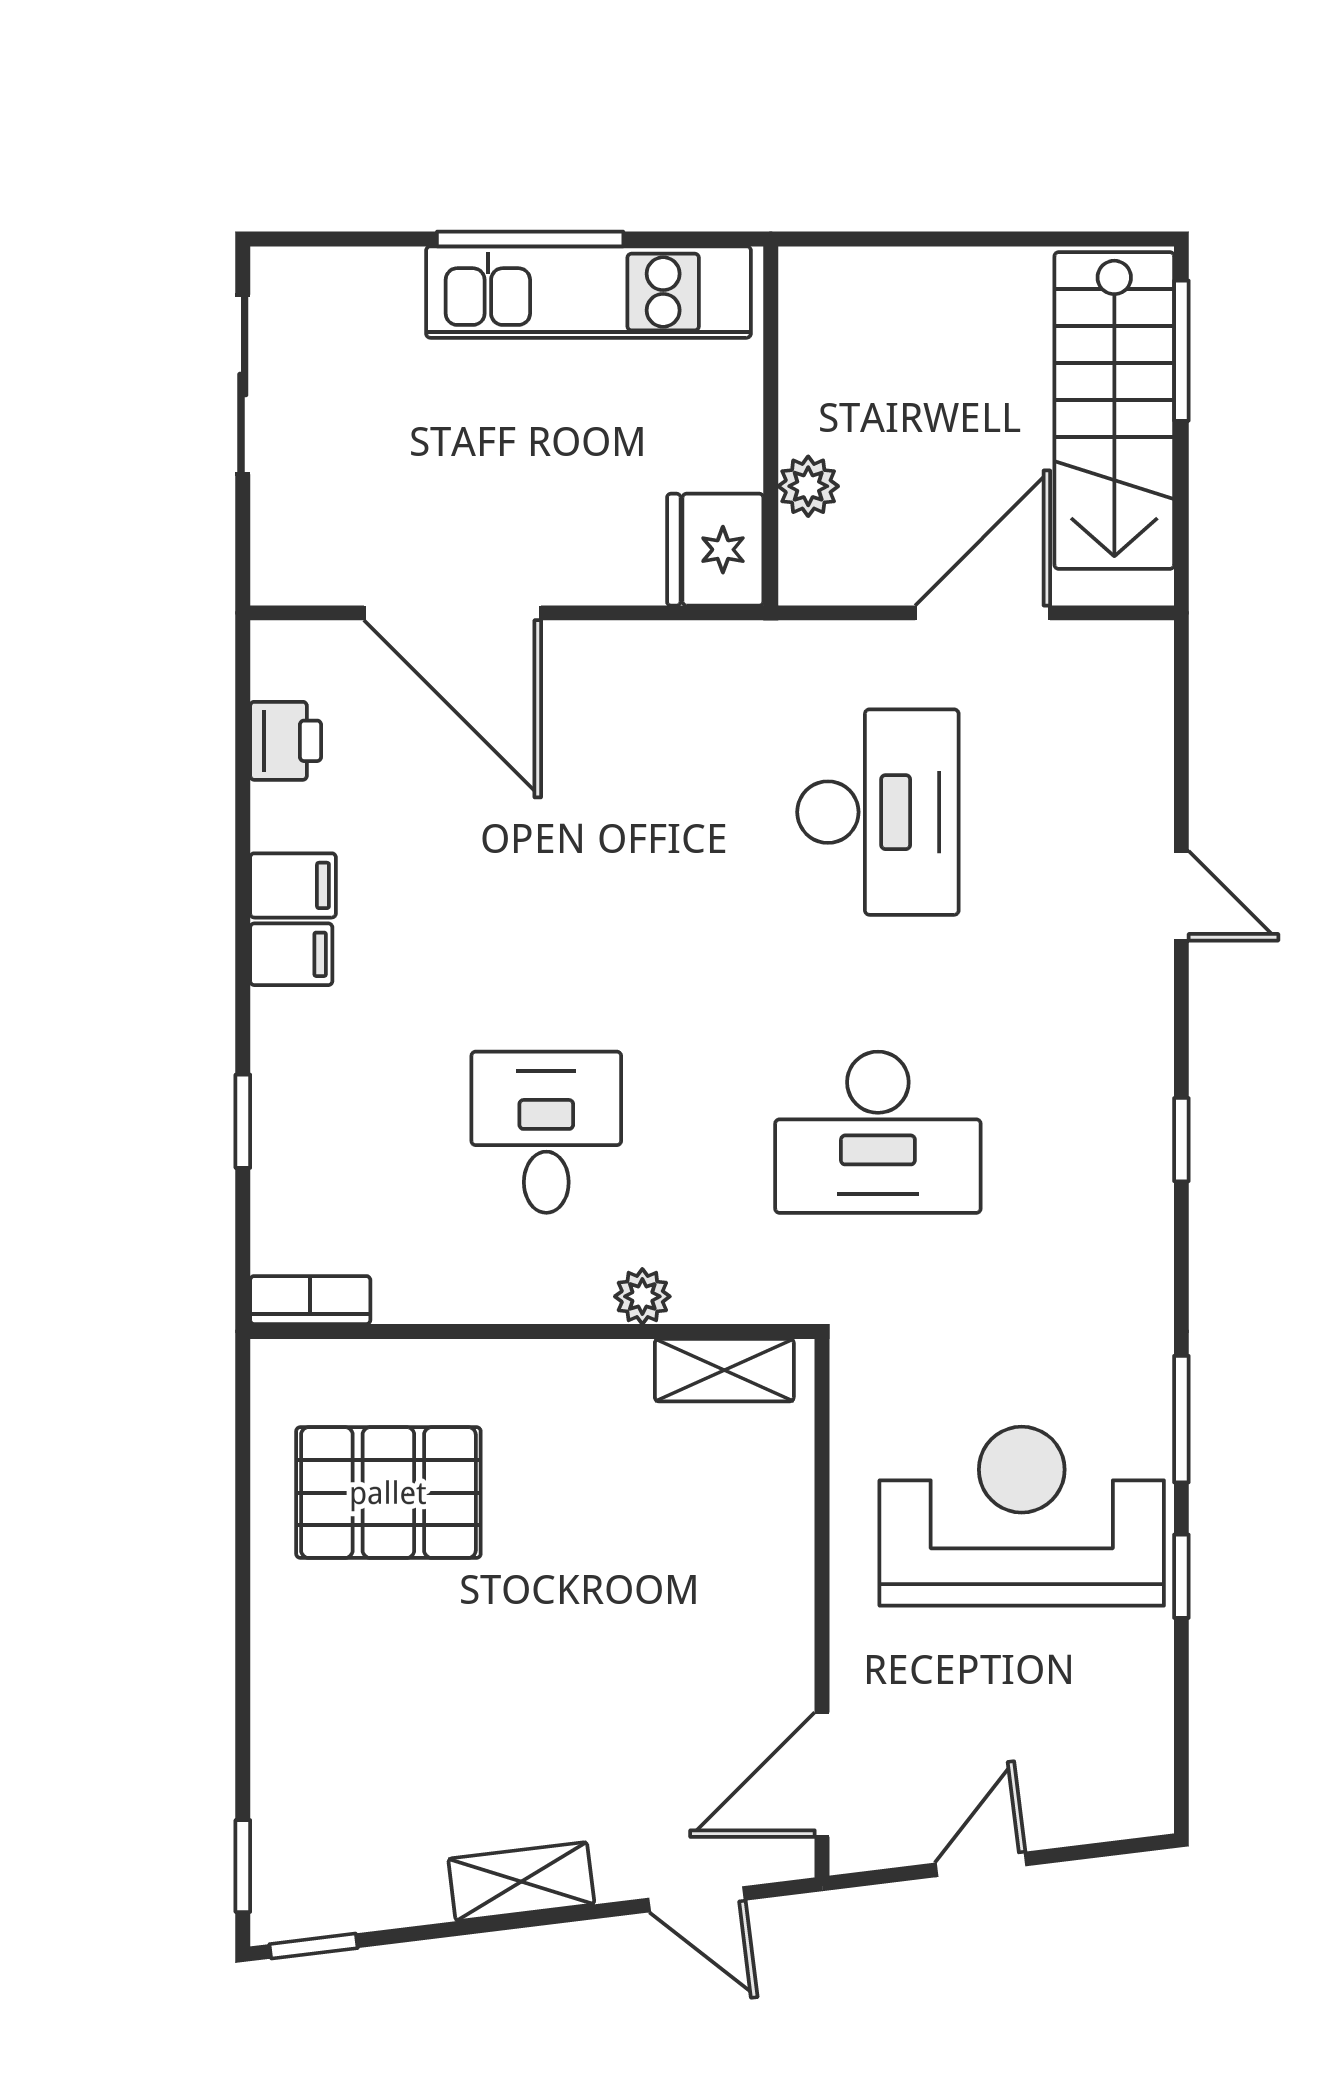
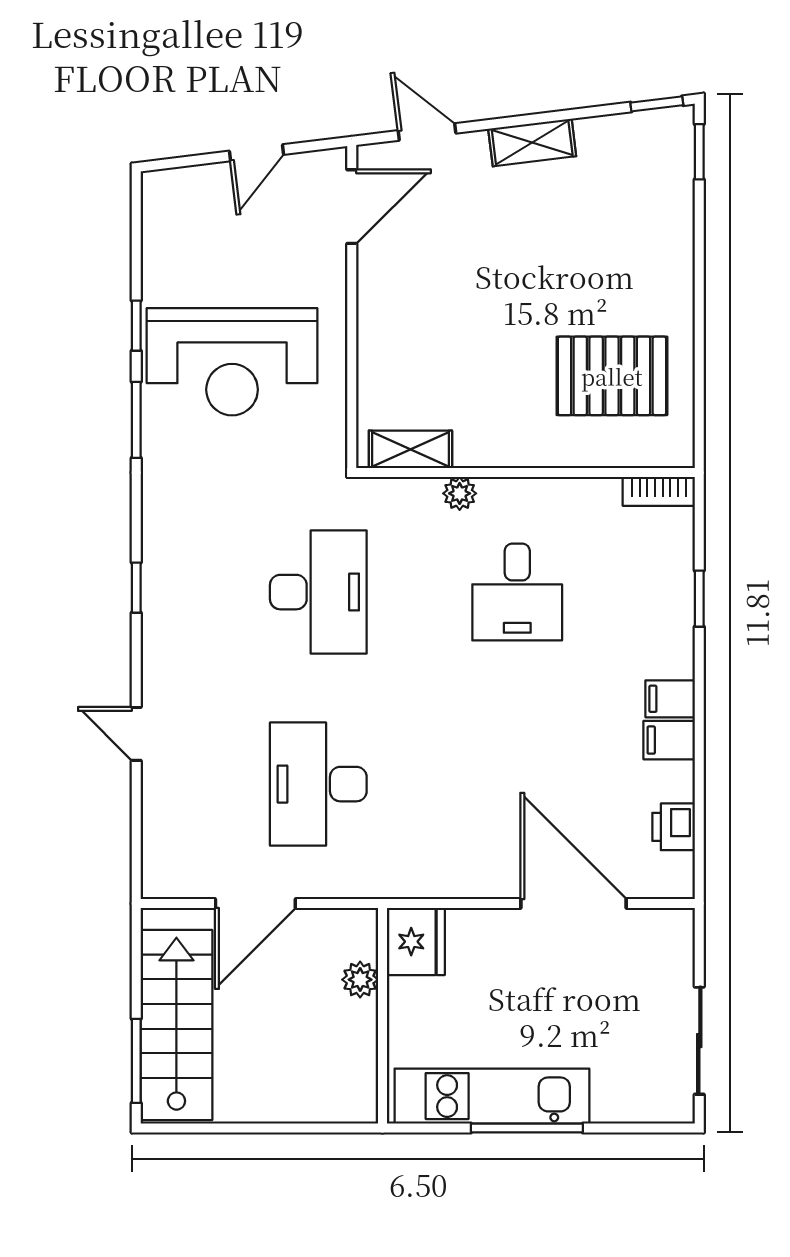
desk: (878, 1132) -> (318, 592), turned 90

